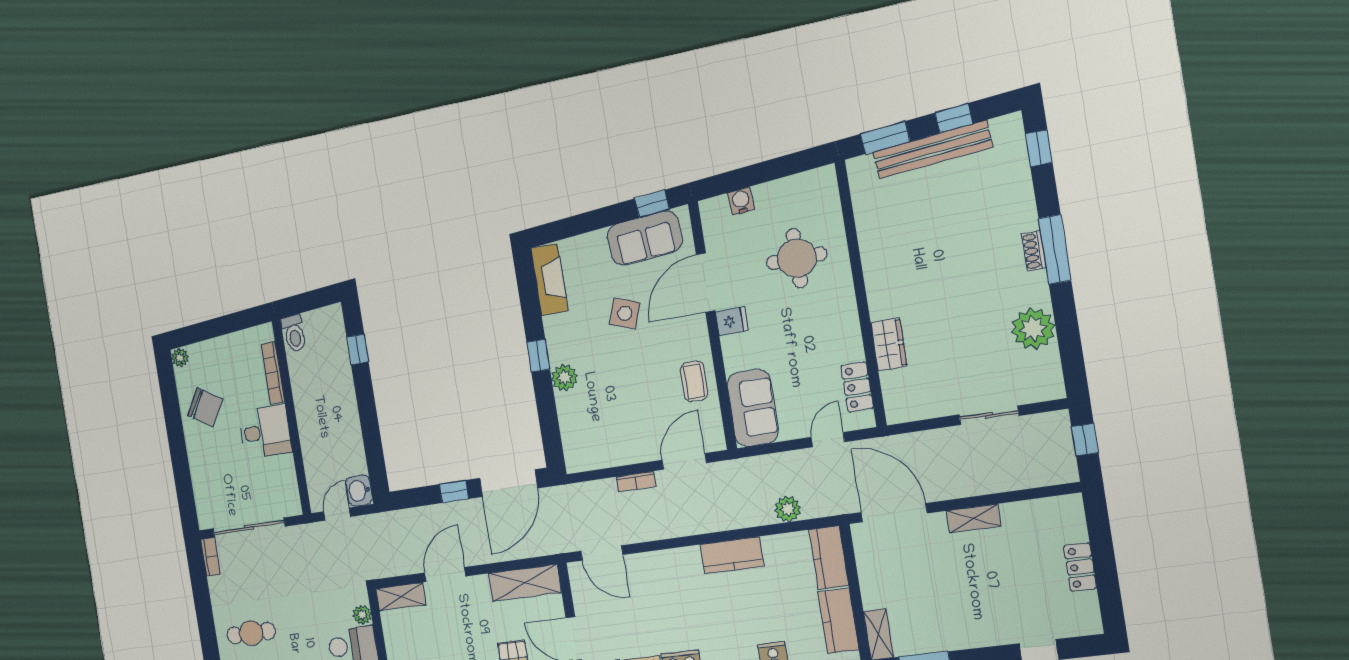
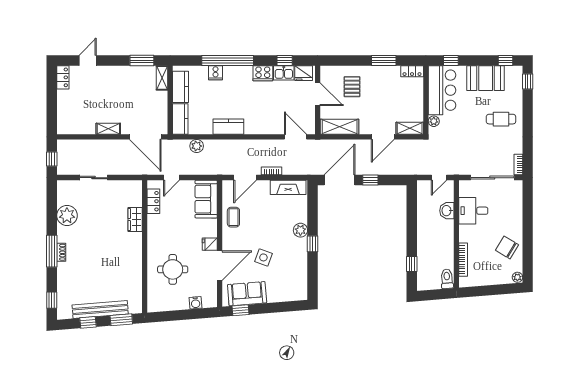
fireplace: (549, 280) -> (288, 187), moved, turned -90
desk: (265, 432) -> (473, 211), moved
washbasin: (359, 491) -> (447, 211), moved, turned 180
locker: (1080, 567) -> (63, 77), moved

